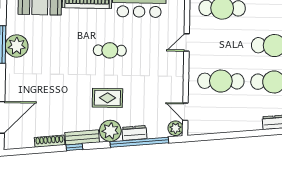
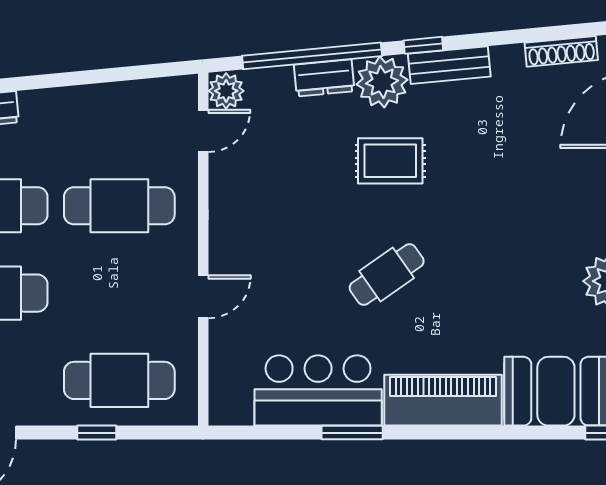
cafe table: (110, 50) -> (387, 274), turned -35
door: (185, 112) -> (203, 131), hinge flipped
shoe rack: (50, 141) -> (561, 51), moved
window: (74, 147) -> (423, 45), moved

